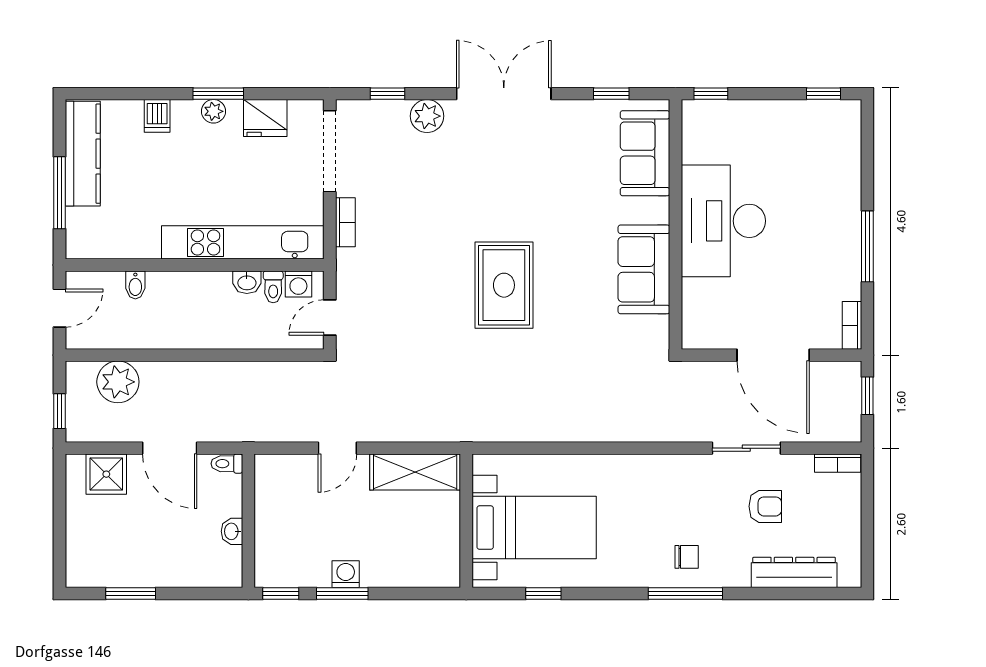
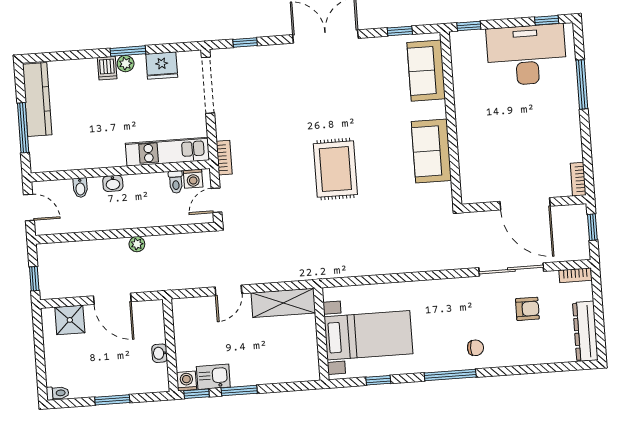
dishwasher: (157, 116) -> (107, 68), moved
plant: (427, 116) -> (273, 56), removed
desk: (723, 221) -> (526, 55), moved, turned 90
bookcase: (345, 222) -> (224, 158), moved
kitchen unit: (243, 242) -> (167, 152), width x0.73
window: (867, 246) -> (582, 84), moved
washbasin: (247, 282) -> (113, 183), moved
door: (59, 308) -> (29, 207), hinge flipped
plant: (118, 382) -> (137, 244), moved, width x0.53, depth x0.53
sliding door: (746, 448) -> (511, 269), width x1.37
toilet: (227, 464) -> (58, 393), moved, turned 180
kitchen sink: (307, 571) -> (213, 377), added
dresser: (794, 572) -> (585, 331), moved, turned -90
washing machine: (346, 574) -> (187, 381), moved
window: (131, 593) -> (112, 400), moved
window: (685, 593) -> (450, 375), moved

